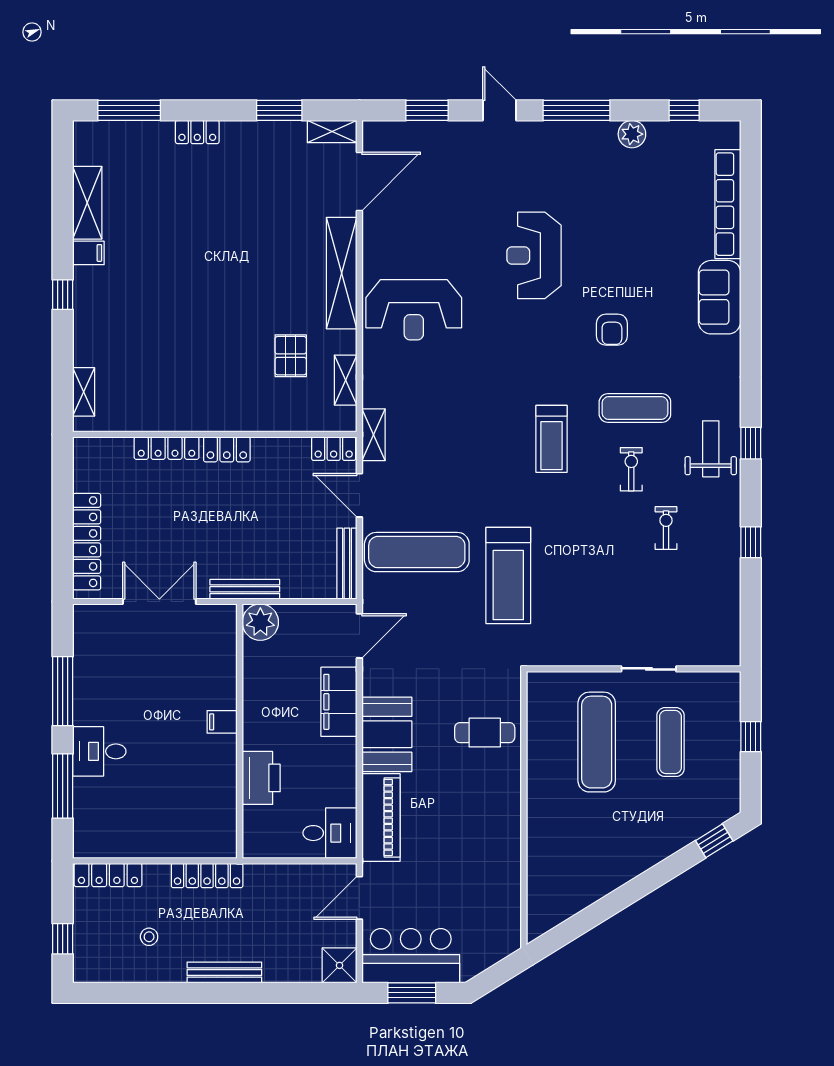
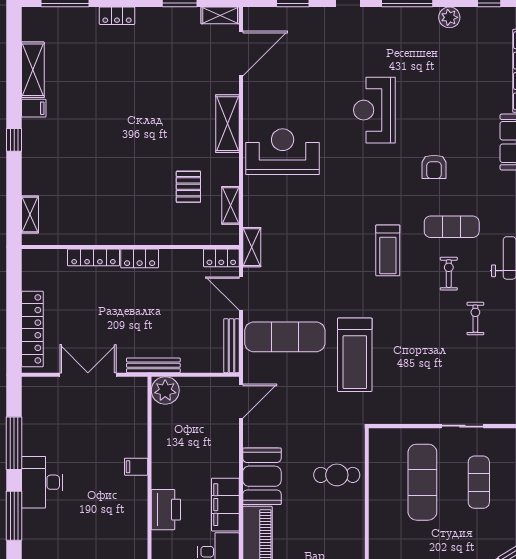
shelving: (342, 273) -> (227, 124), width x0.68
reception desk: (414, 310) -> (283, 152), turned 180
filing cabinet: (339, 702) -> (225, 505), moved
desk: (99, 751) -> (42, 482), width x1.37

